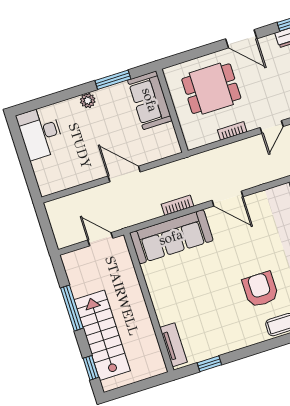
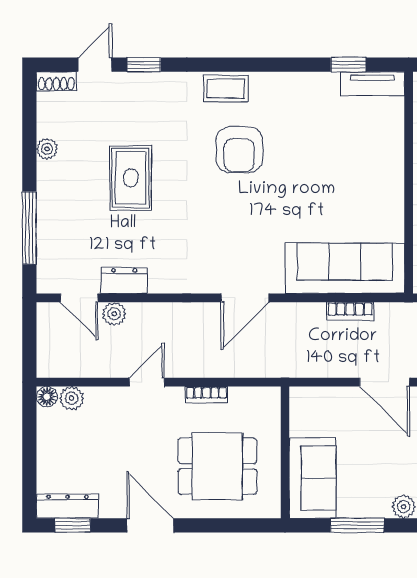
door: (228, 199) -> (245, 298), swing flipped
bookcase: (177, 205) -> (350, 311), moved
tv unit: (173, 345) -> (372, 84), moved, turned -90

